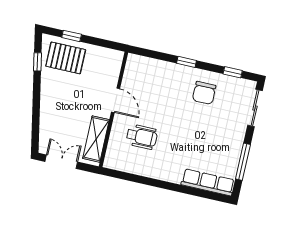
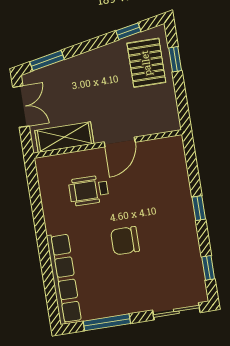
chair: (204, 93) -> (125, 241), moved
window: (35, 129) -> (47, 61), added
wheelchair: (142, 137) -> (89, 190), turned 90
row of seats: (208, 182) -> (64, 279), width x1.36

